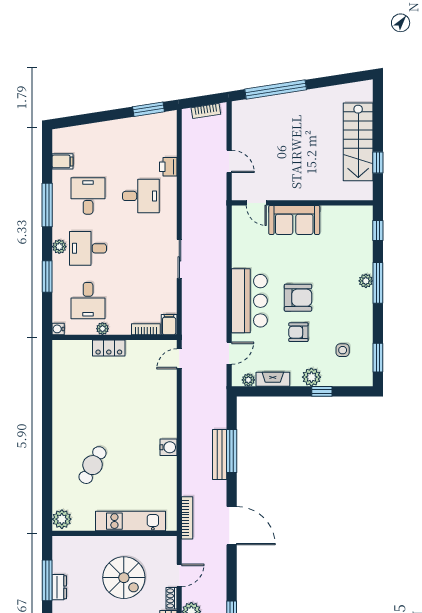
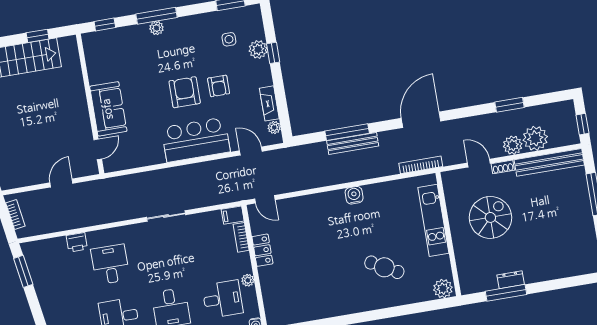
locker: (109, 348) -> (262, 250), moved
plant: (311, 377) -> (258, 49), moved

